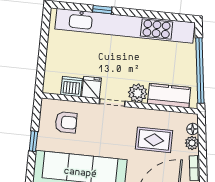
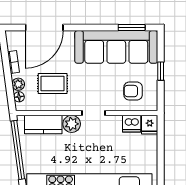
fridge: (92, 87) -> (150, 125), moved

